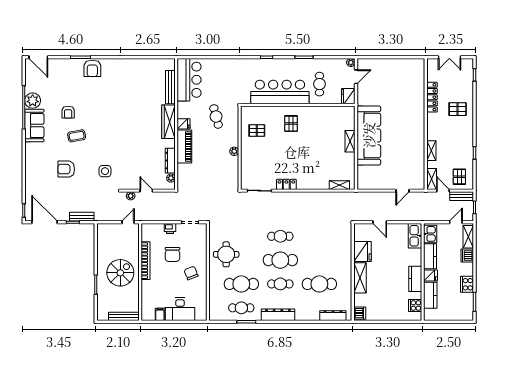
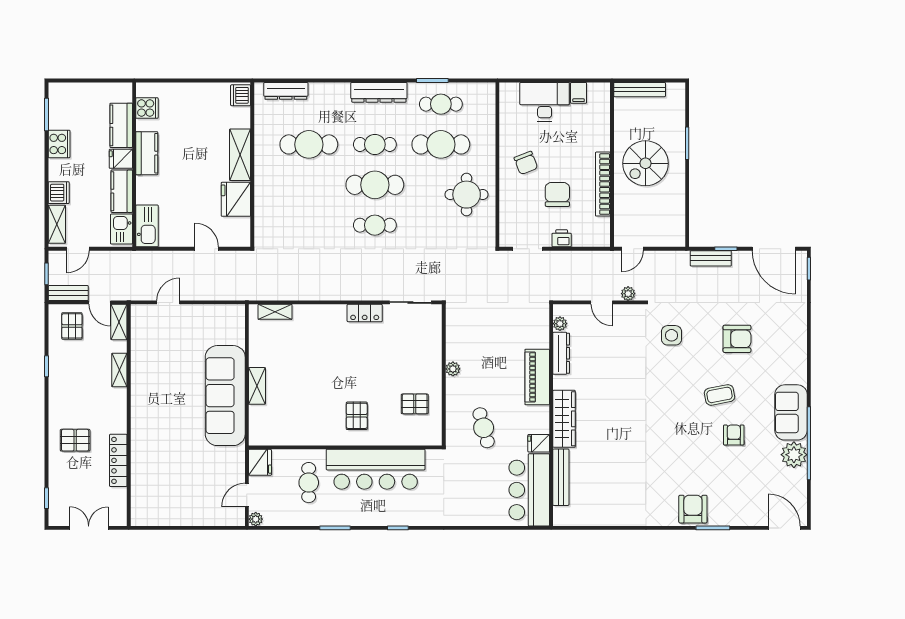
fridge: (183, 124) -> (539, 443), moved

